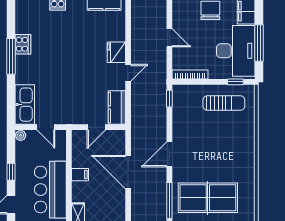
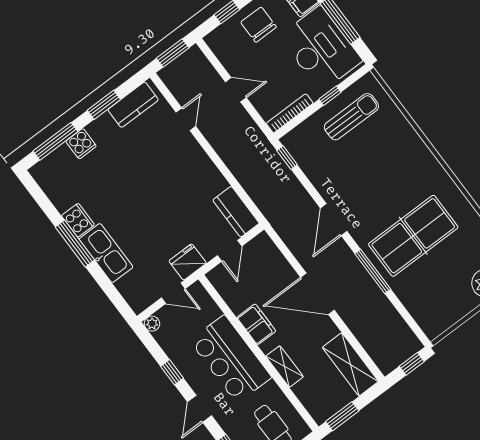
fridge: (116, 52) -> (188, 262), moved, turned 90
door: (128, 73) -> (186, 119), moved
window: (235, 82) -> (330, 96), moved
kitchen sink: (25, 105) -> (106, 253), moved
door: (128, 172) -> (317, 294), moved
filing cabinet: (80, 175) -> (256, 324), width x2.00

